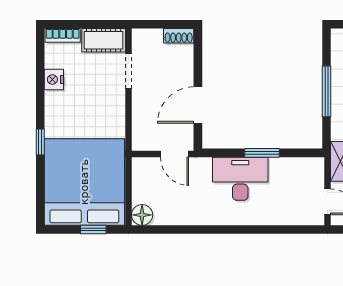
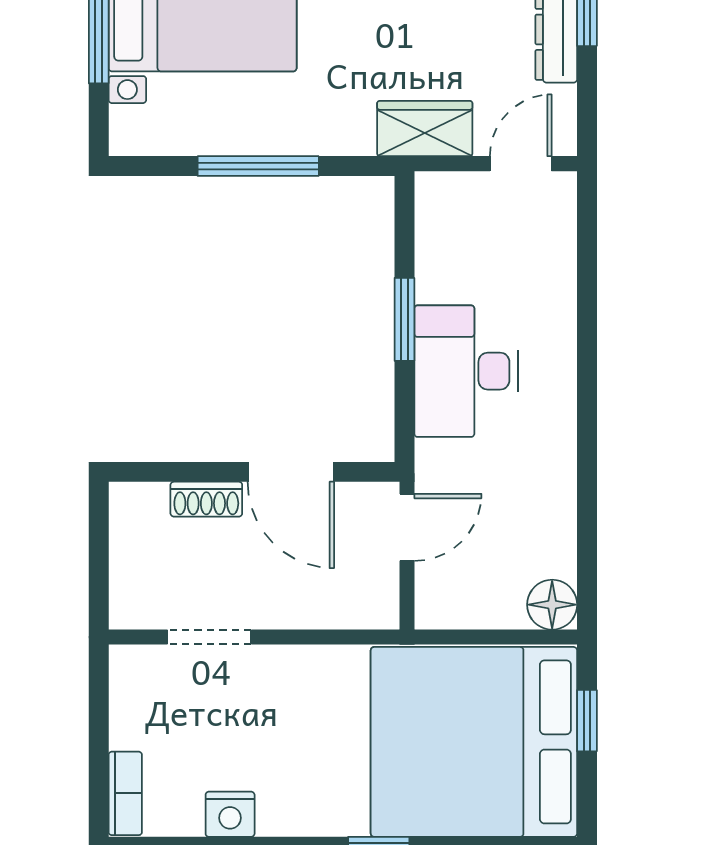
shoe rack: (179, 36) -> (206, 499), moved, turned 90
cot: (104, 40) -> (137, 696), removed

